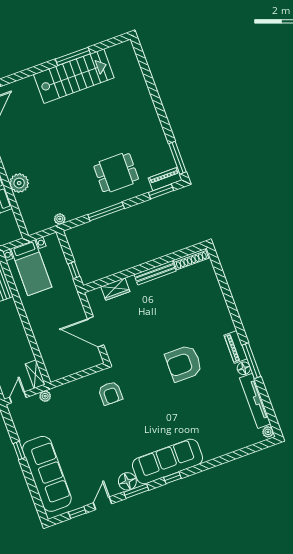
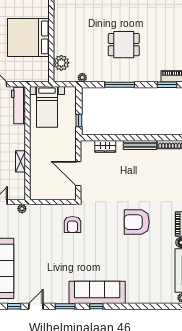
dining table: (116, 173) -> (124, 45), moved
plant: (19, 183) -> (61, 63), moved
shelving: (35, 374) -> (21, 161), moved
floor lamp: (127, 481) -> (61, 296), removed

